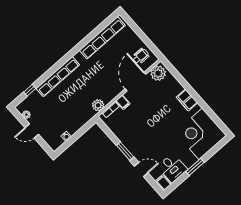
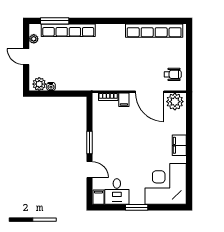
row of seats: (58, 77) -> (68, 30), moved
door: (135, 82) -> (150, 92), swing flipped
window: (30, 90) -> (55, 21), width x2.17
plant: (98, 105) -> (39, 84), moved

